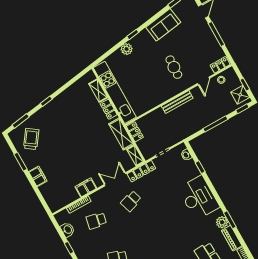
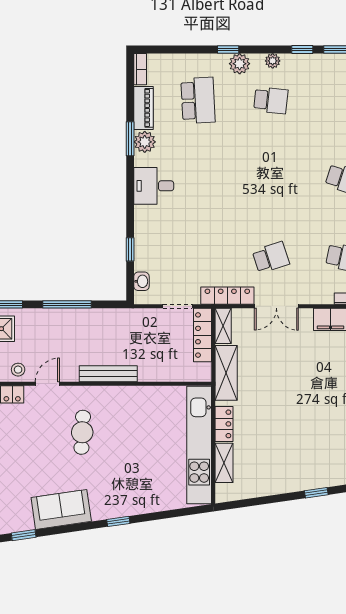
plant: (127, 49) -> (141, 504), removed
locker: (135, 132) -> (202, 335), moved, width x1.53
desk: (199, 198) -> (154, 186), width x0.53, depth x0.77

